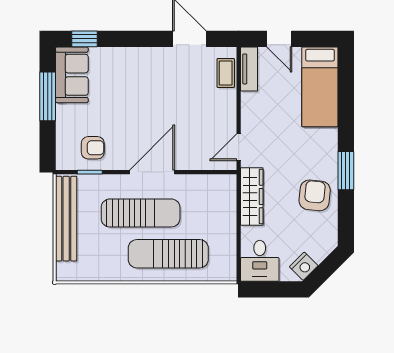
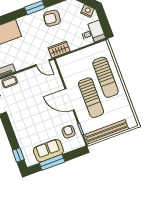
sofa: (72, 75) -> (48, 151), moved
wardrobe: (252, 196) -> (59, 50), width x0.67
sun lounger: (141, 213) -> (91, 98), turned 180

